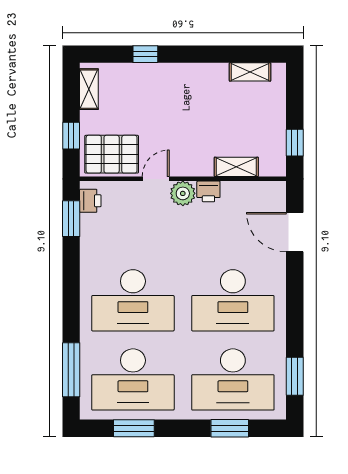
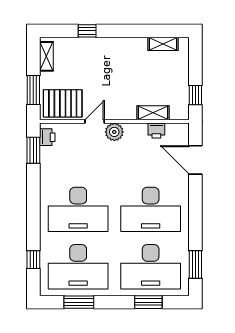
window: (71, 136) -> (33, 90), width x1.50
printer: (208, 191) -> (156, 130), moved
window: (71, 370) -> (33, 260), width x0.46

